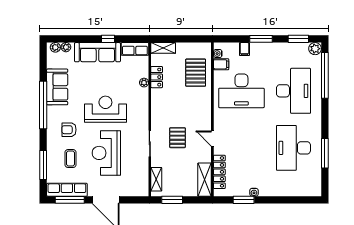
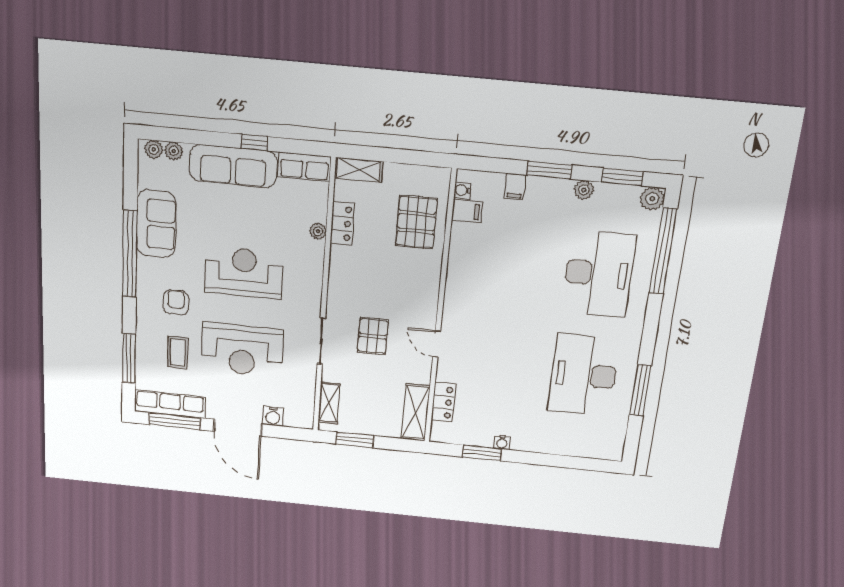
plant: (280, 47) -> (584, 190), added
desk: (241, 91) -> (500, 264), removed
armchair: (69, 130) -> (176, 302), turned 90
reception desk: (106, 153) -> (242, 350), turned -90
locker: (219, 172) -> (443, 402), width x0.66
water cooler: (125, 191) -> (273, 416), added

